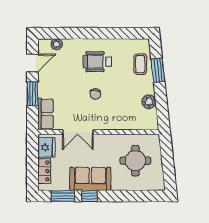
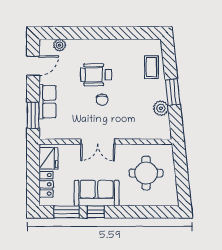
wheelchair: (97, 62) -> (96, 75), moved
window: (158, 70) -> (173, 92), moved
window: (32, 94) -> (33, 115), moved
row of seats: (46, 114) -> (47, 102), moved
double door: (78, 132) -> (98, 142), moved

